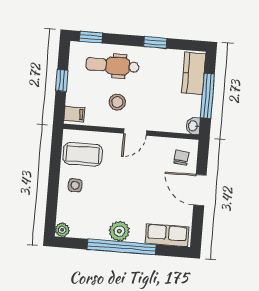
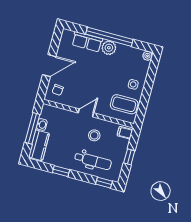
washbasin: (193, 126) -> (42, 124), moved
door: (200, 190) -> (49, 66), hinge flipped
row of seats: (167, 235) -> (87, 42), moved

